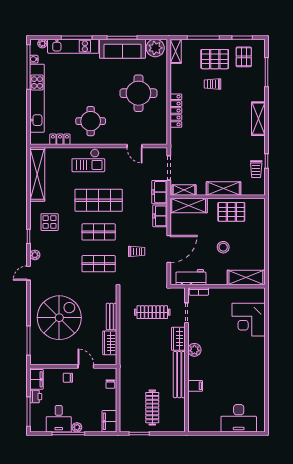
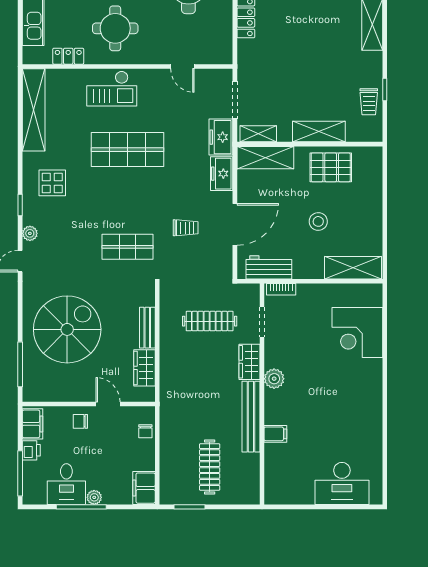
shop shelf: (99, 232) -> (128, 198), removed

